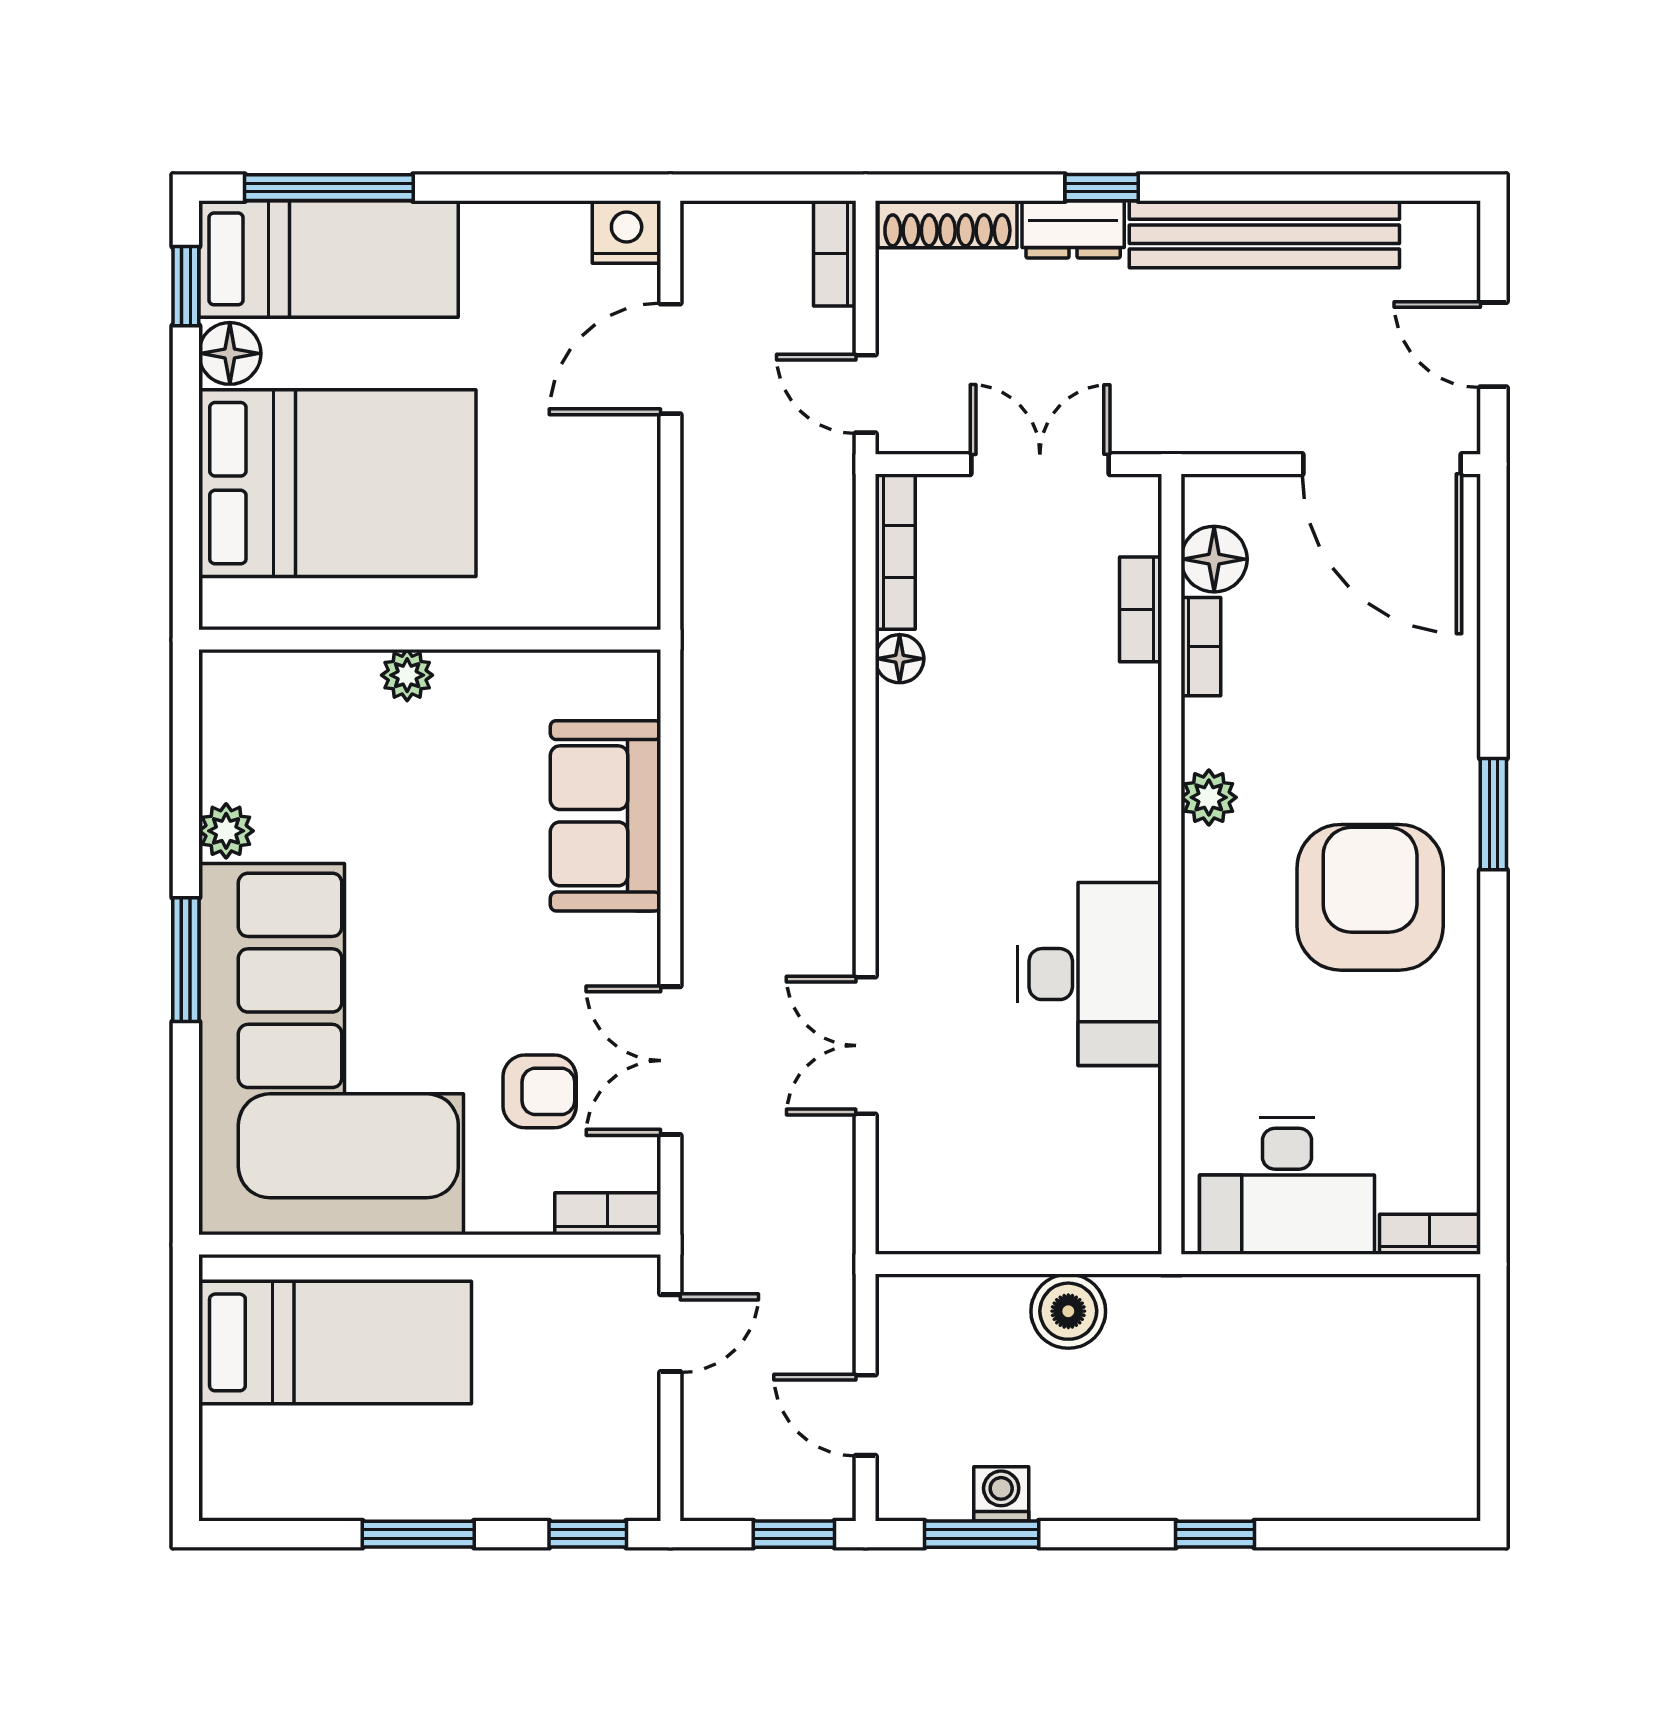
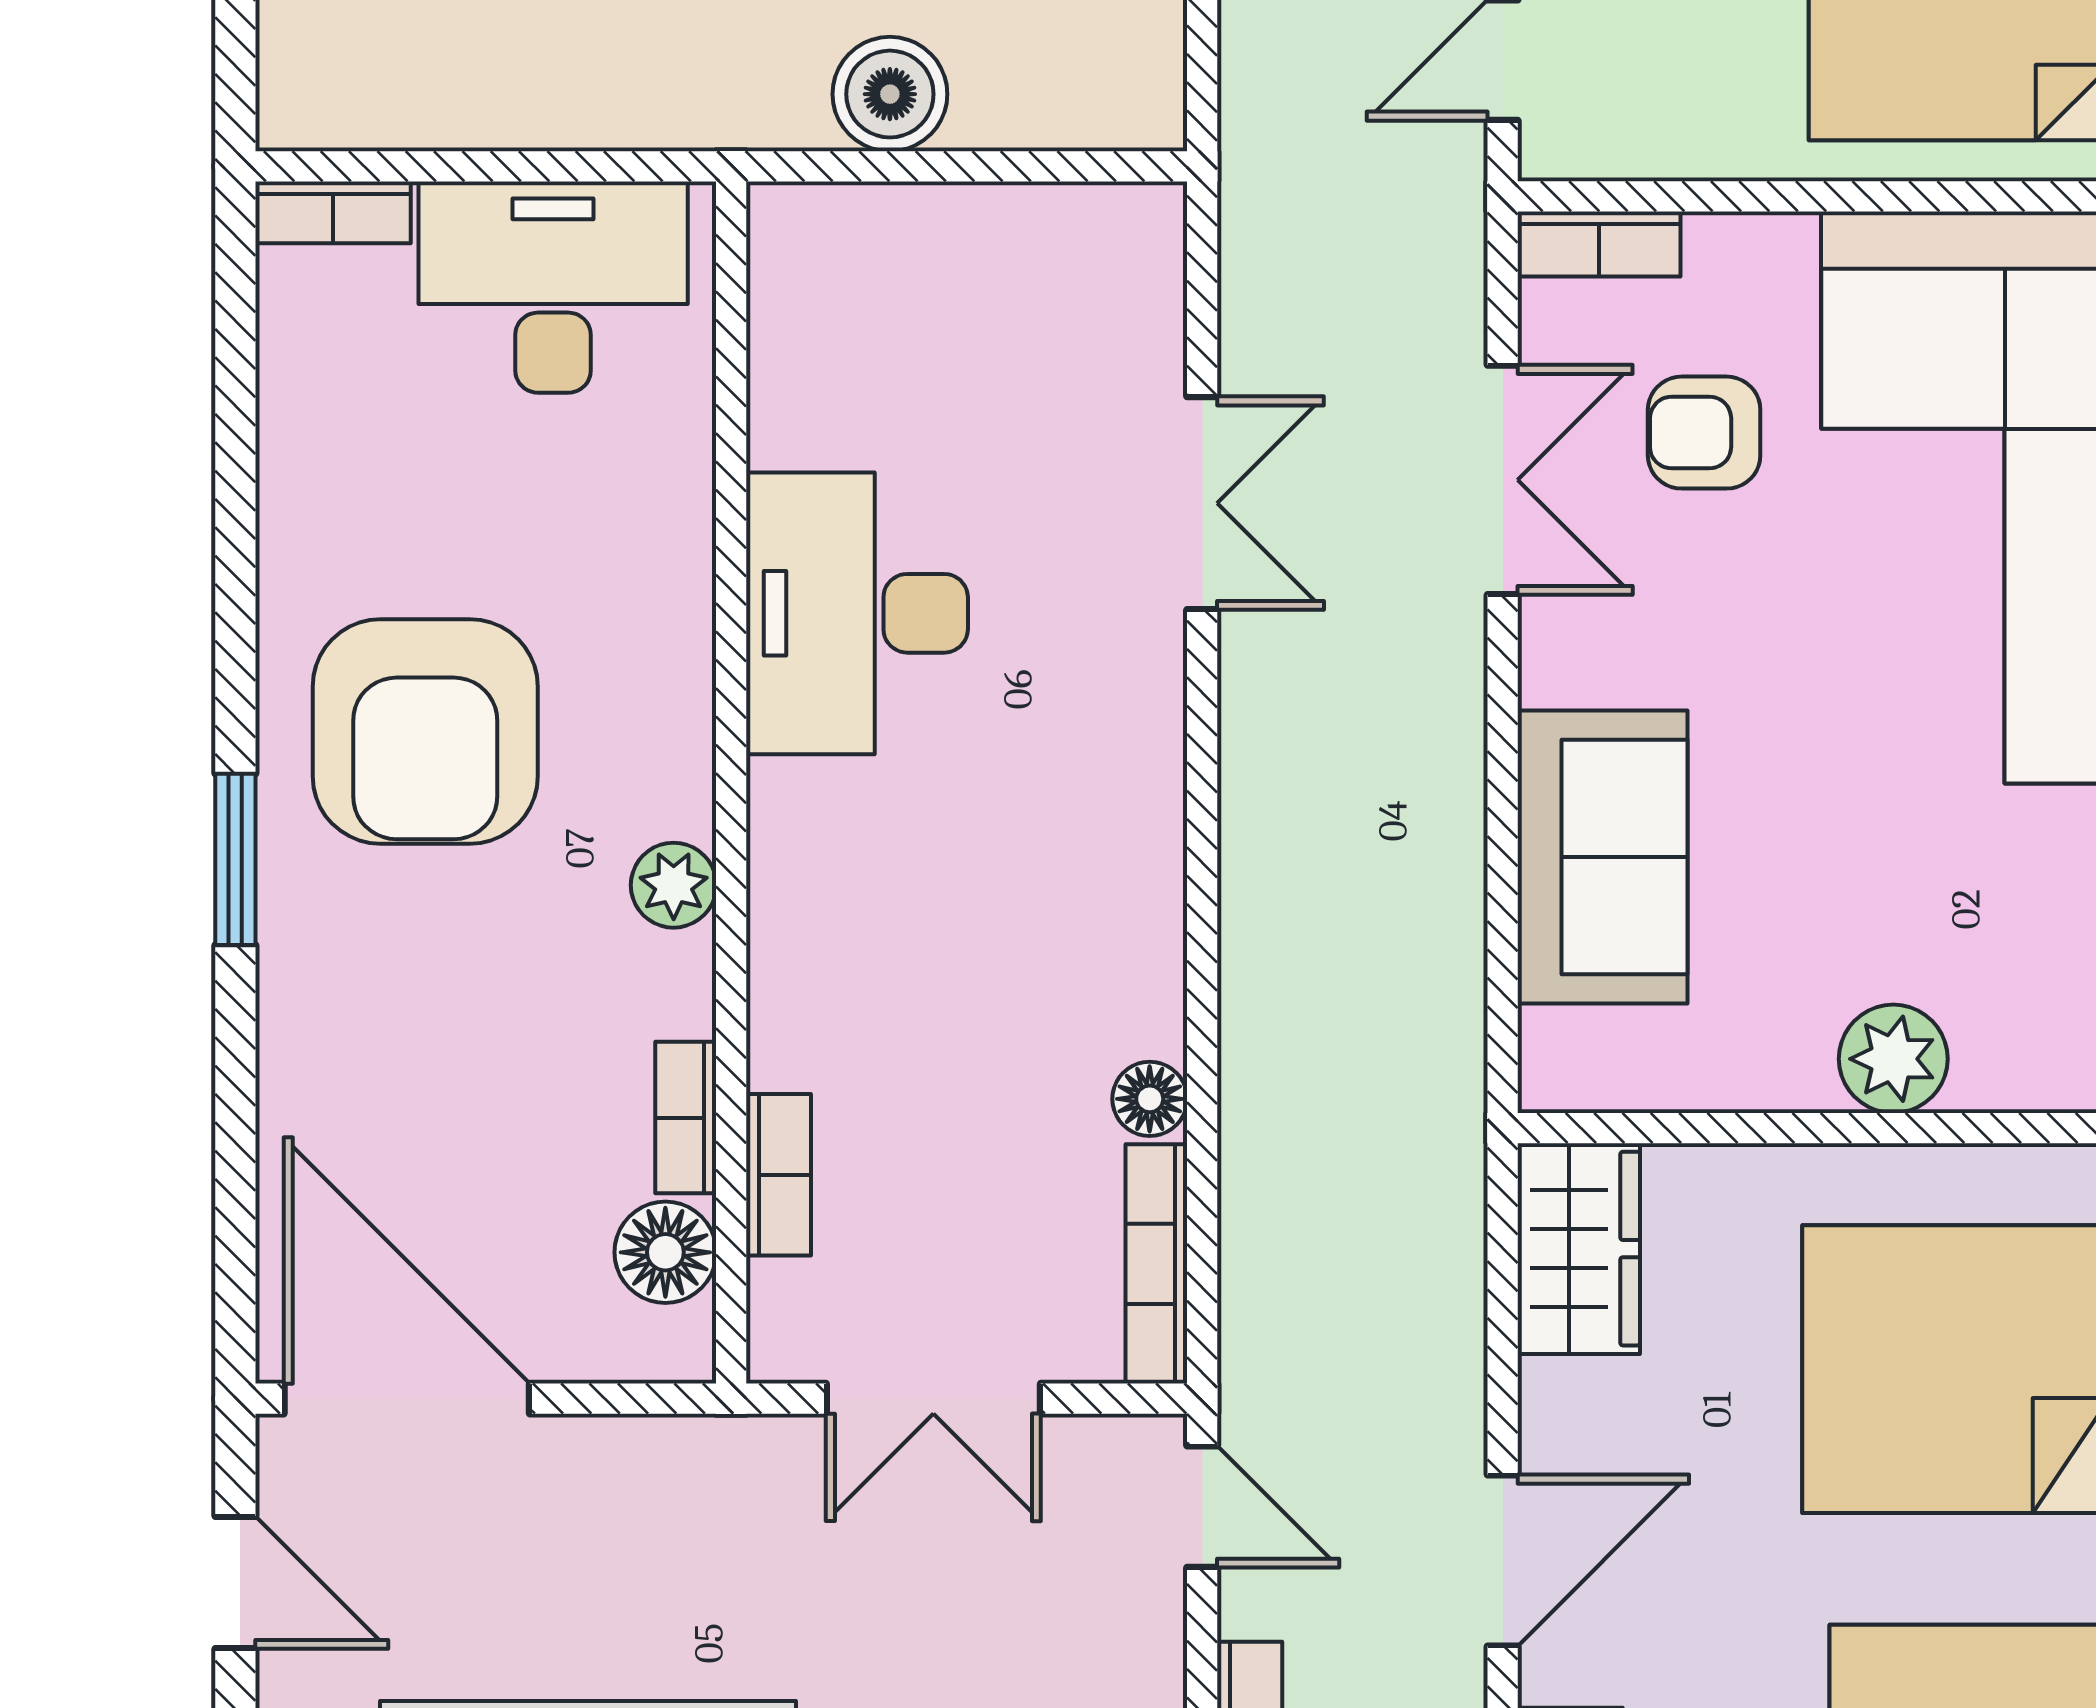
wardrobe: (621, 561) -> (1579, 1249), added
plant: (407, 675) -> (1893, 1059), width x1.38, depth x1.38

